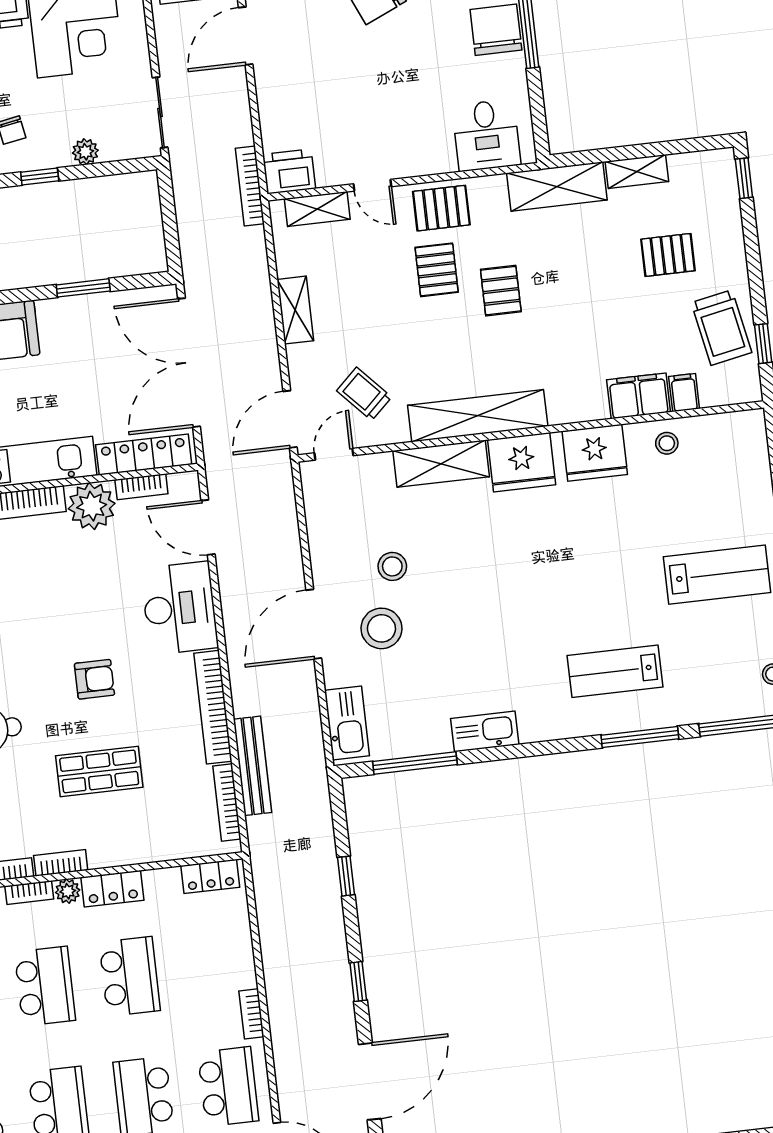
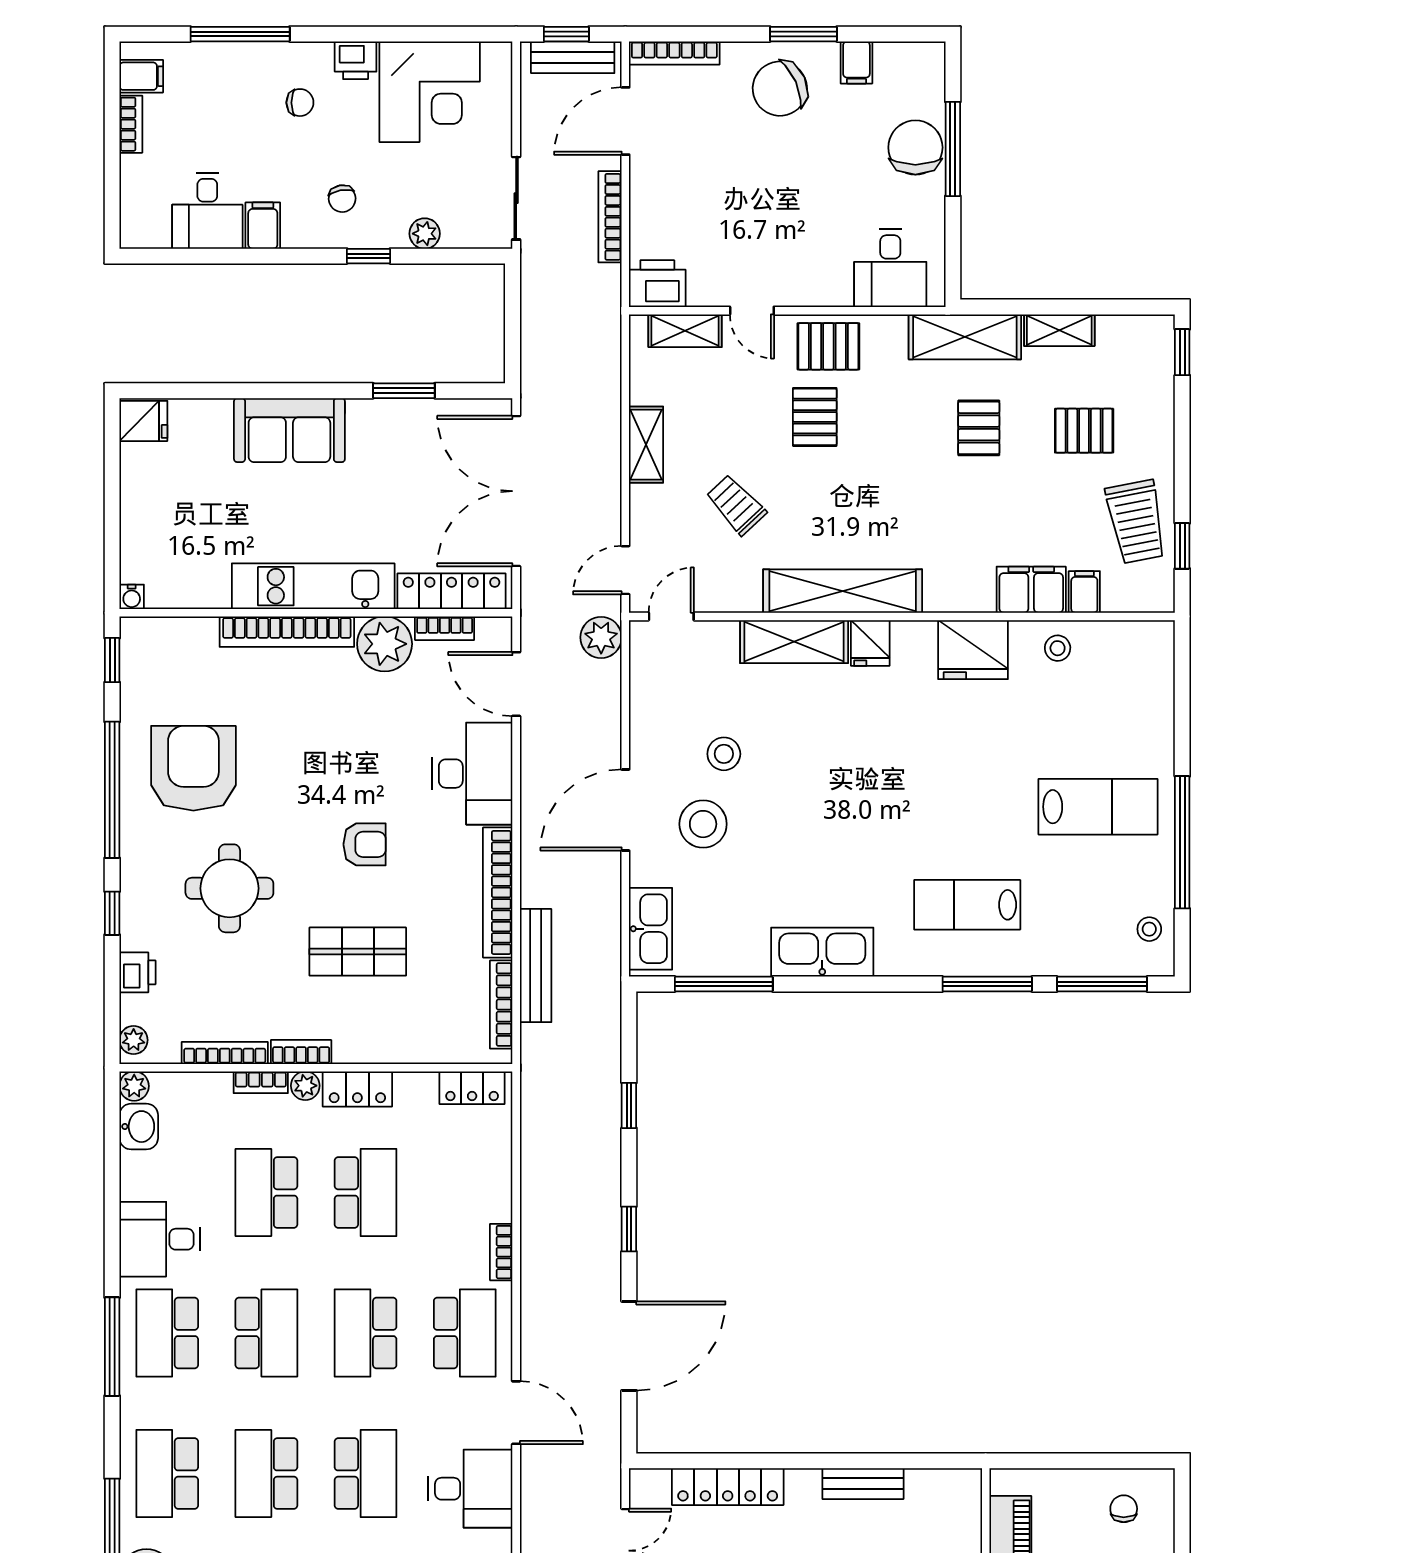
bookcase: (250, 186) -> (610, 217), moved
pallet: (501, 291) -> (979, 428), moved
trolley: (364, 394) -> (736, 505), moved
door: (290, 419) -> (625, 570), width x0.73
fridge: (522, 462) -> (870, 643), width x0.53, depth x0.75
plant: (276, 479) -> (601, 637), added
kitchen sink: (485, 731) -> (822, 952), width x1.36, depth x1.24
school desk: (45, 986) -> (266, 1192), turned 180

